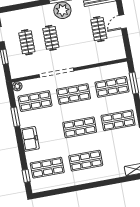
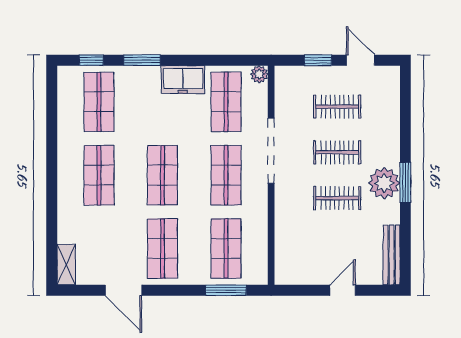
door: (123, 22) -> (343, 290), hinge flipped
clothes rail: (99, 29) -> (337, 198), moved
window: (15, 117) -> (142, 60), moved
freezer: (30, 139) -> (183, 80), moved

